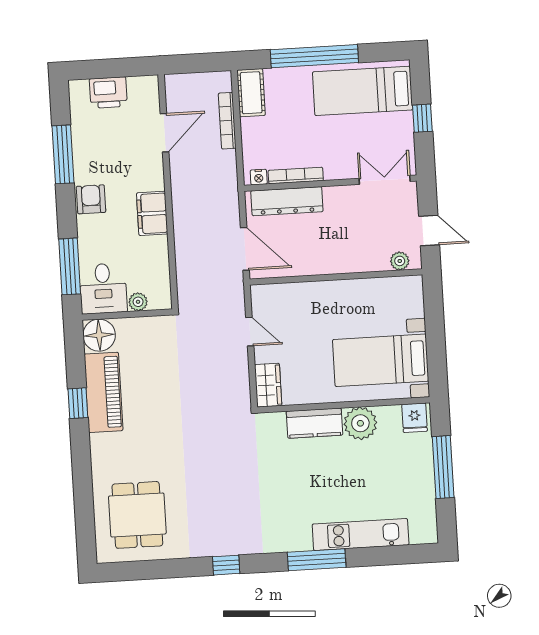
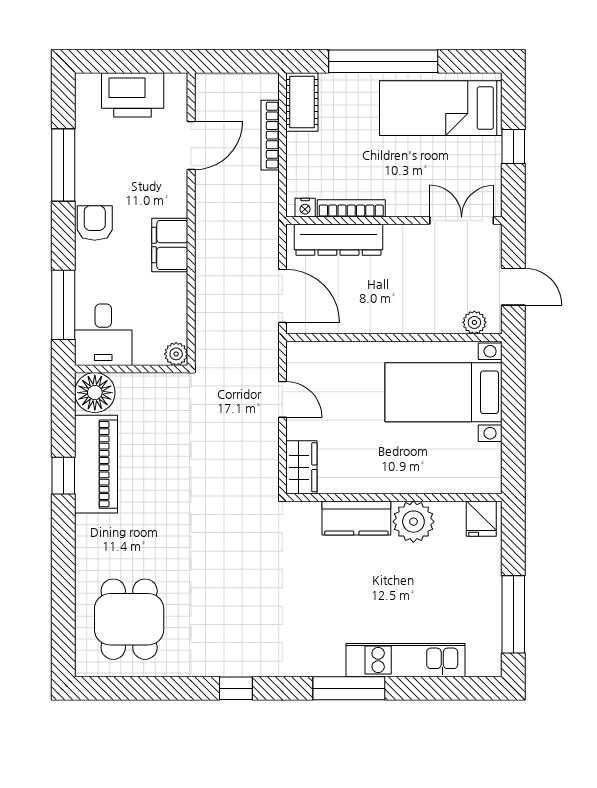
printer: (108, 93) -> (133, 95), width x1.37, depth x1.19
plant: (138, 302) -> (176, 354), moved
bed with nightstands: (381, 360) -> (443, 392), moved
window: (443, 467) -> (513, 614), moved

